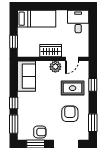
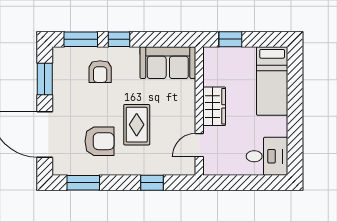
door: (72, 59) -> (199, 145), hinge flipped
plant: (55, 67) -> (185, 115), removed
rug: (73, 88) -> (137, 125), moved
armchair: (40, 132) -> (100, 72), moved

